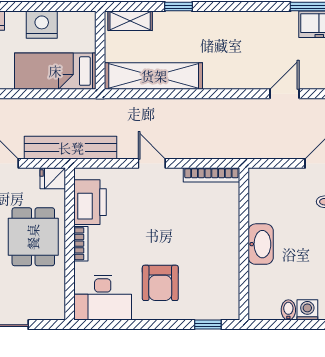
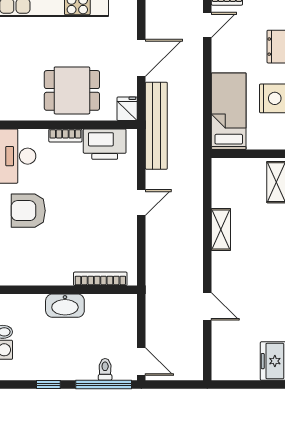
shelving: (154, 76) -> (221, 229), width x0.45, depth x0.75
door: (285, 94) -> (207, 306), moved
bookcase: (211, 175) -> (100, 279), moved, turned 90

